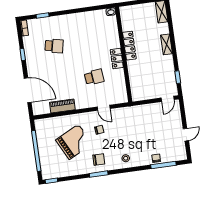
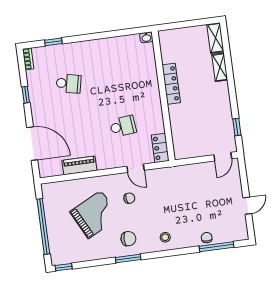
shelving: (167, 44) -> (220, 67), moved
locker: (117, 59) -> (160, 148), moved

